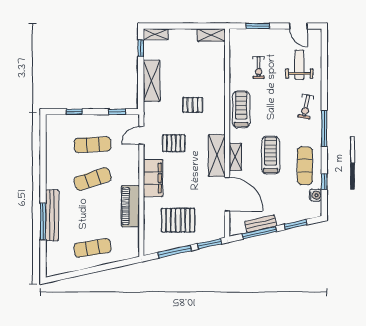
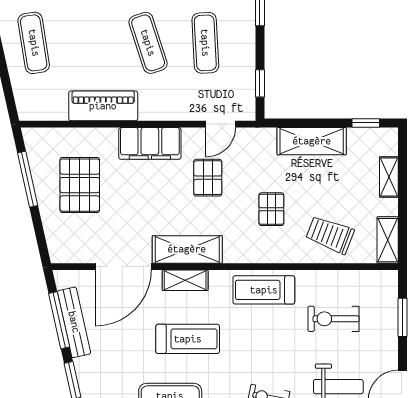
shelving: (156, 34) -> (389, 177), moved
exercise bike: (259, 68) -> (334, 319), width x1.38, depth x1.39
trolley: (208, 70) -> (330, 235), added
treadmill: (241, 109) -> (264, 290), turned 180
door: (141, 135) -> (221, 124), swing flipped
bench: (261, 224) -> (74, 322), width x1.36
window: (210, 244) -> (41, 237), removed

